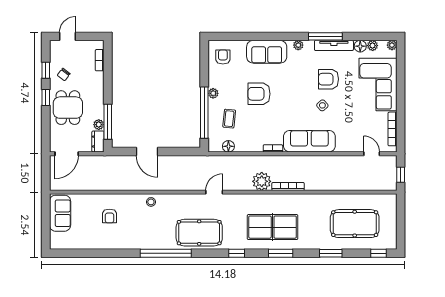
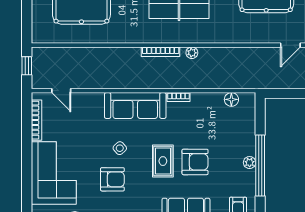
rug: (286, 95) -> (163, 161), added
window: (204, 113) -> (260, 165), moved
coffee table: (229, 119) -> (231, 132), removed
plant: (262, 181) -> (192, 53), width x0.53, depth x0.53
door: (214, 192) -> (290, 45), moved

